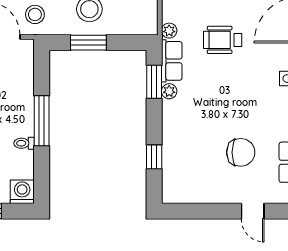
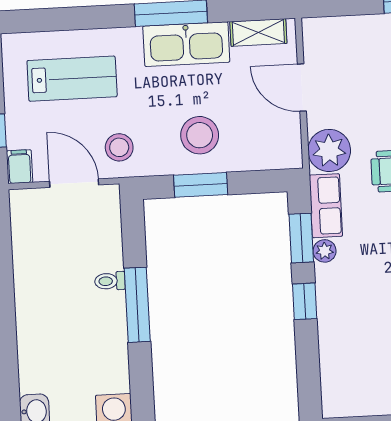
plant: (169, 31) -> (329, 150), width x1.88, depth x1.88
toilet: (24, 143) -> (110, 281), moved
window: (154, 157) -> (305, 301), moved

